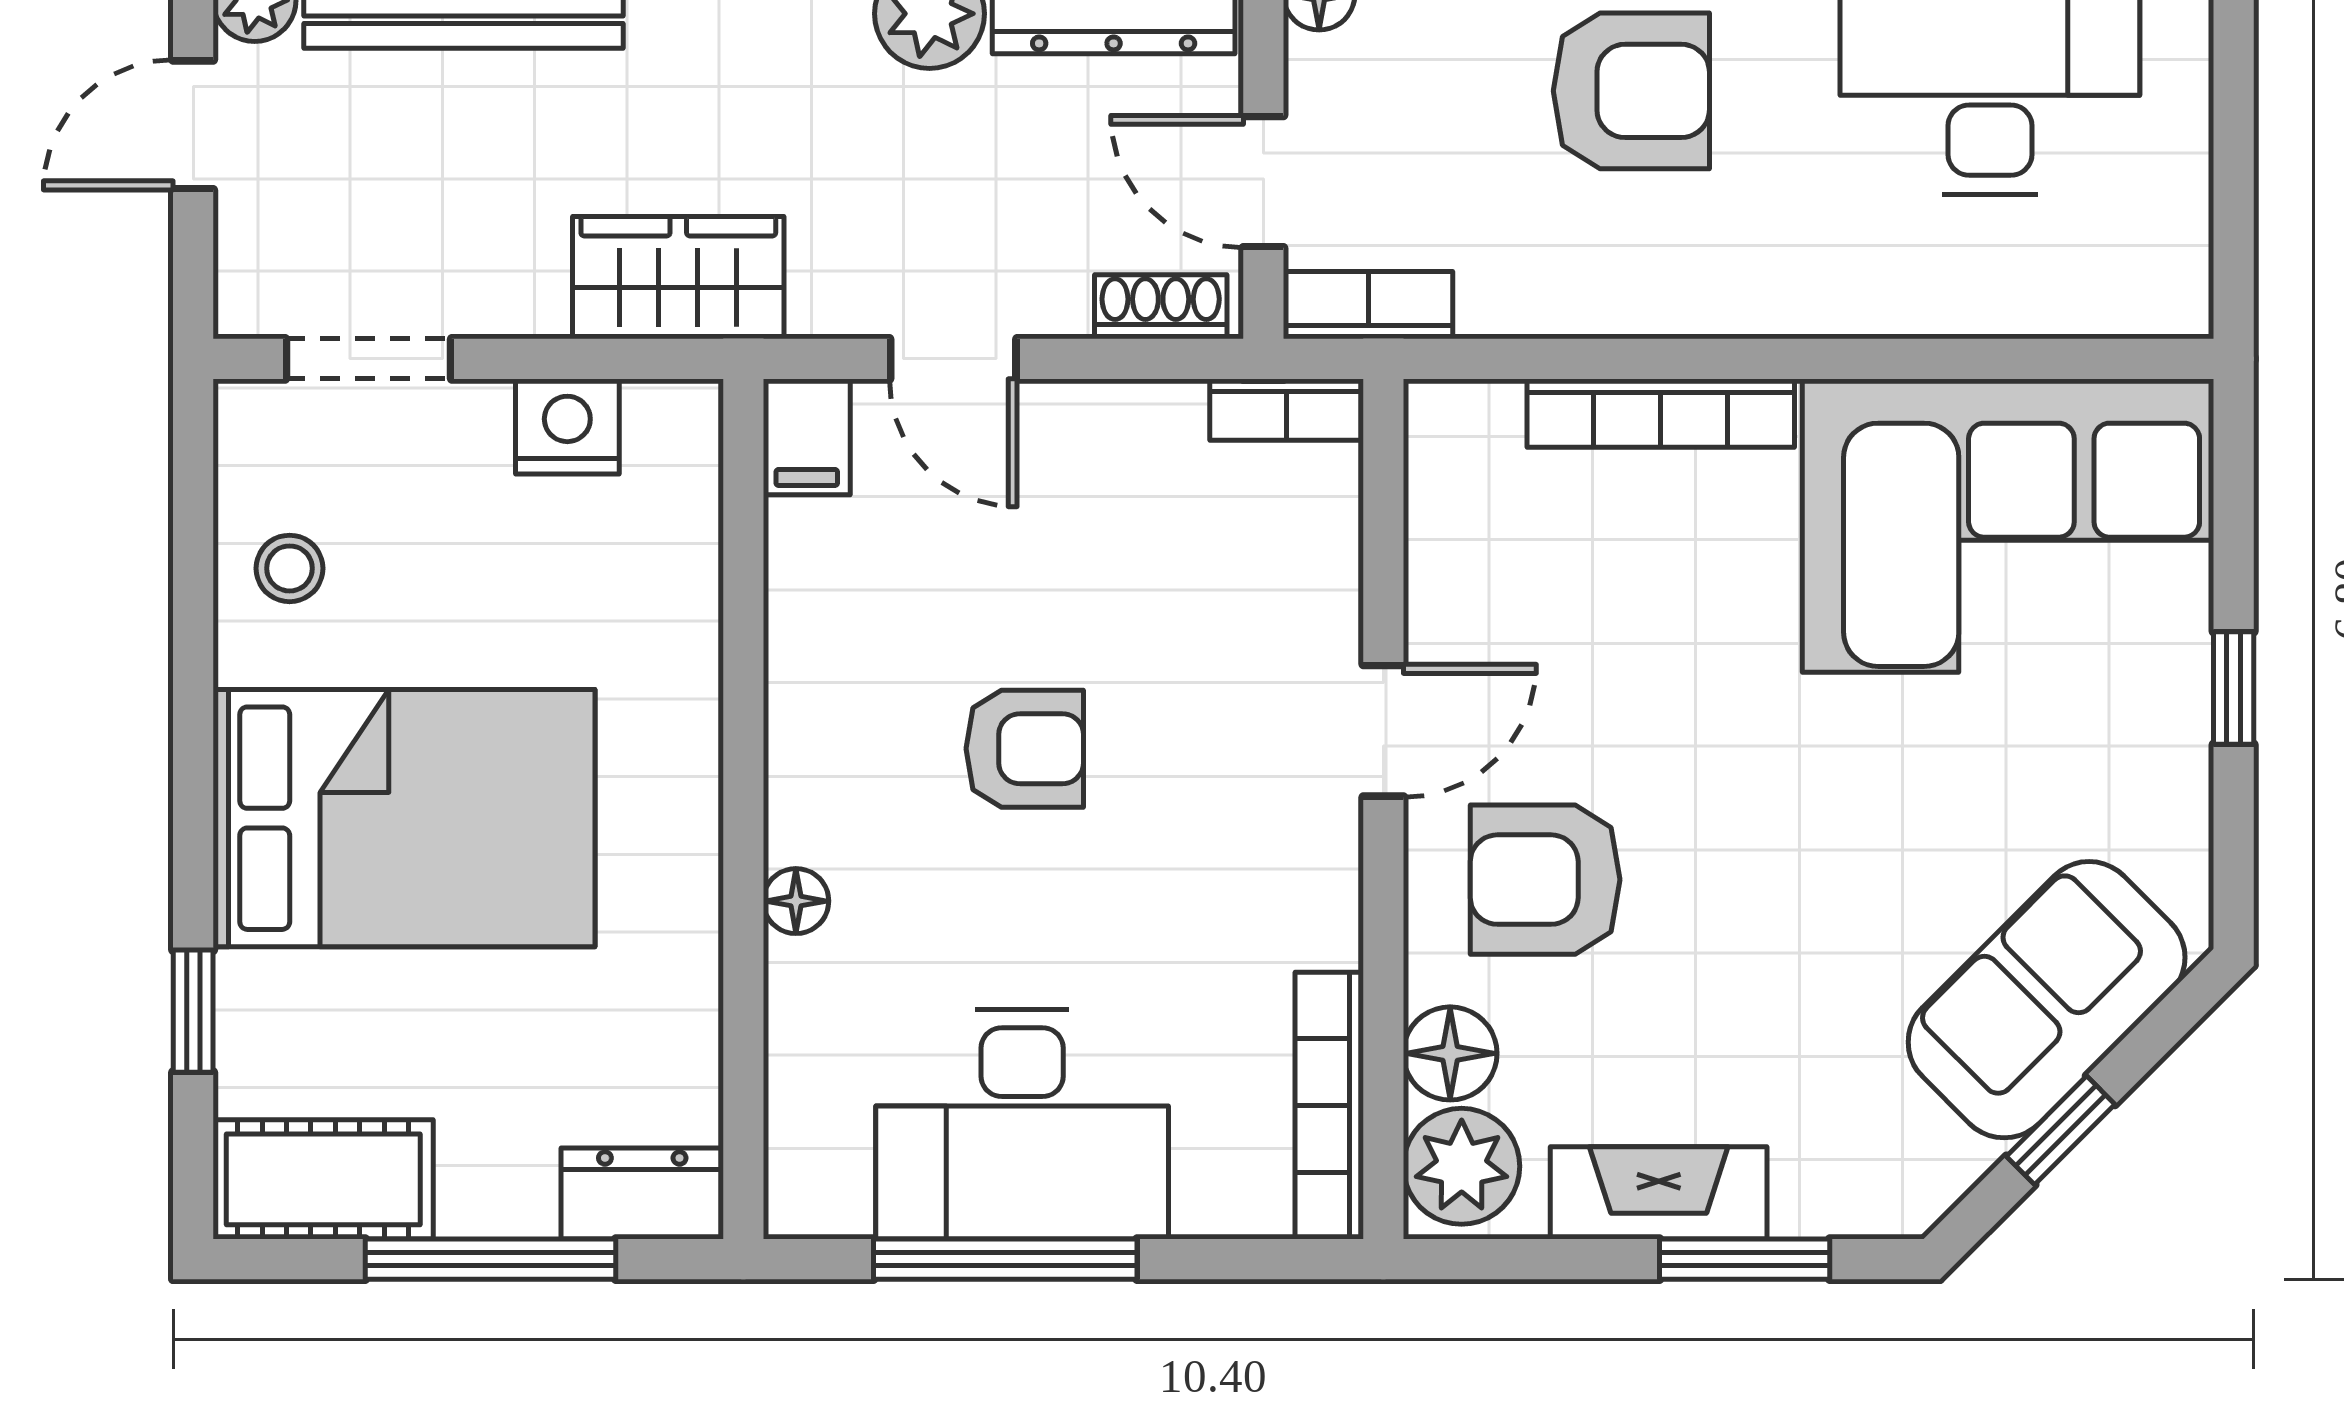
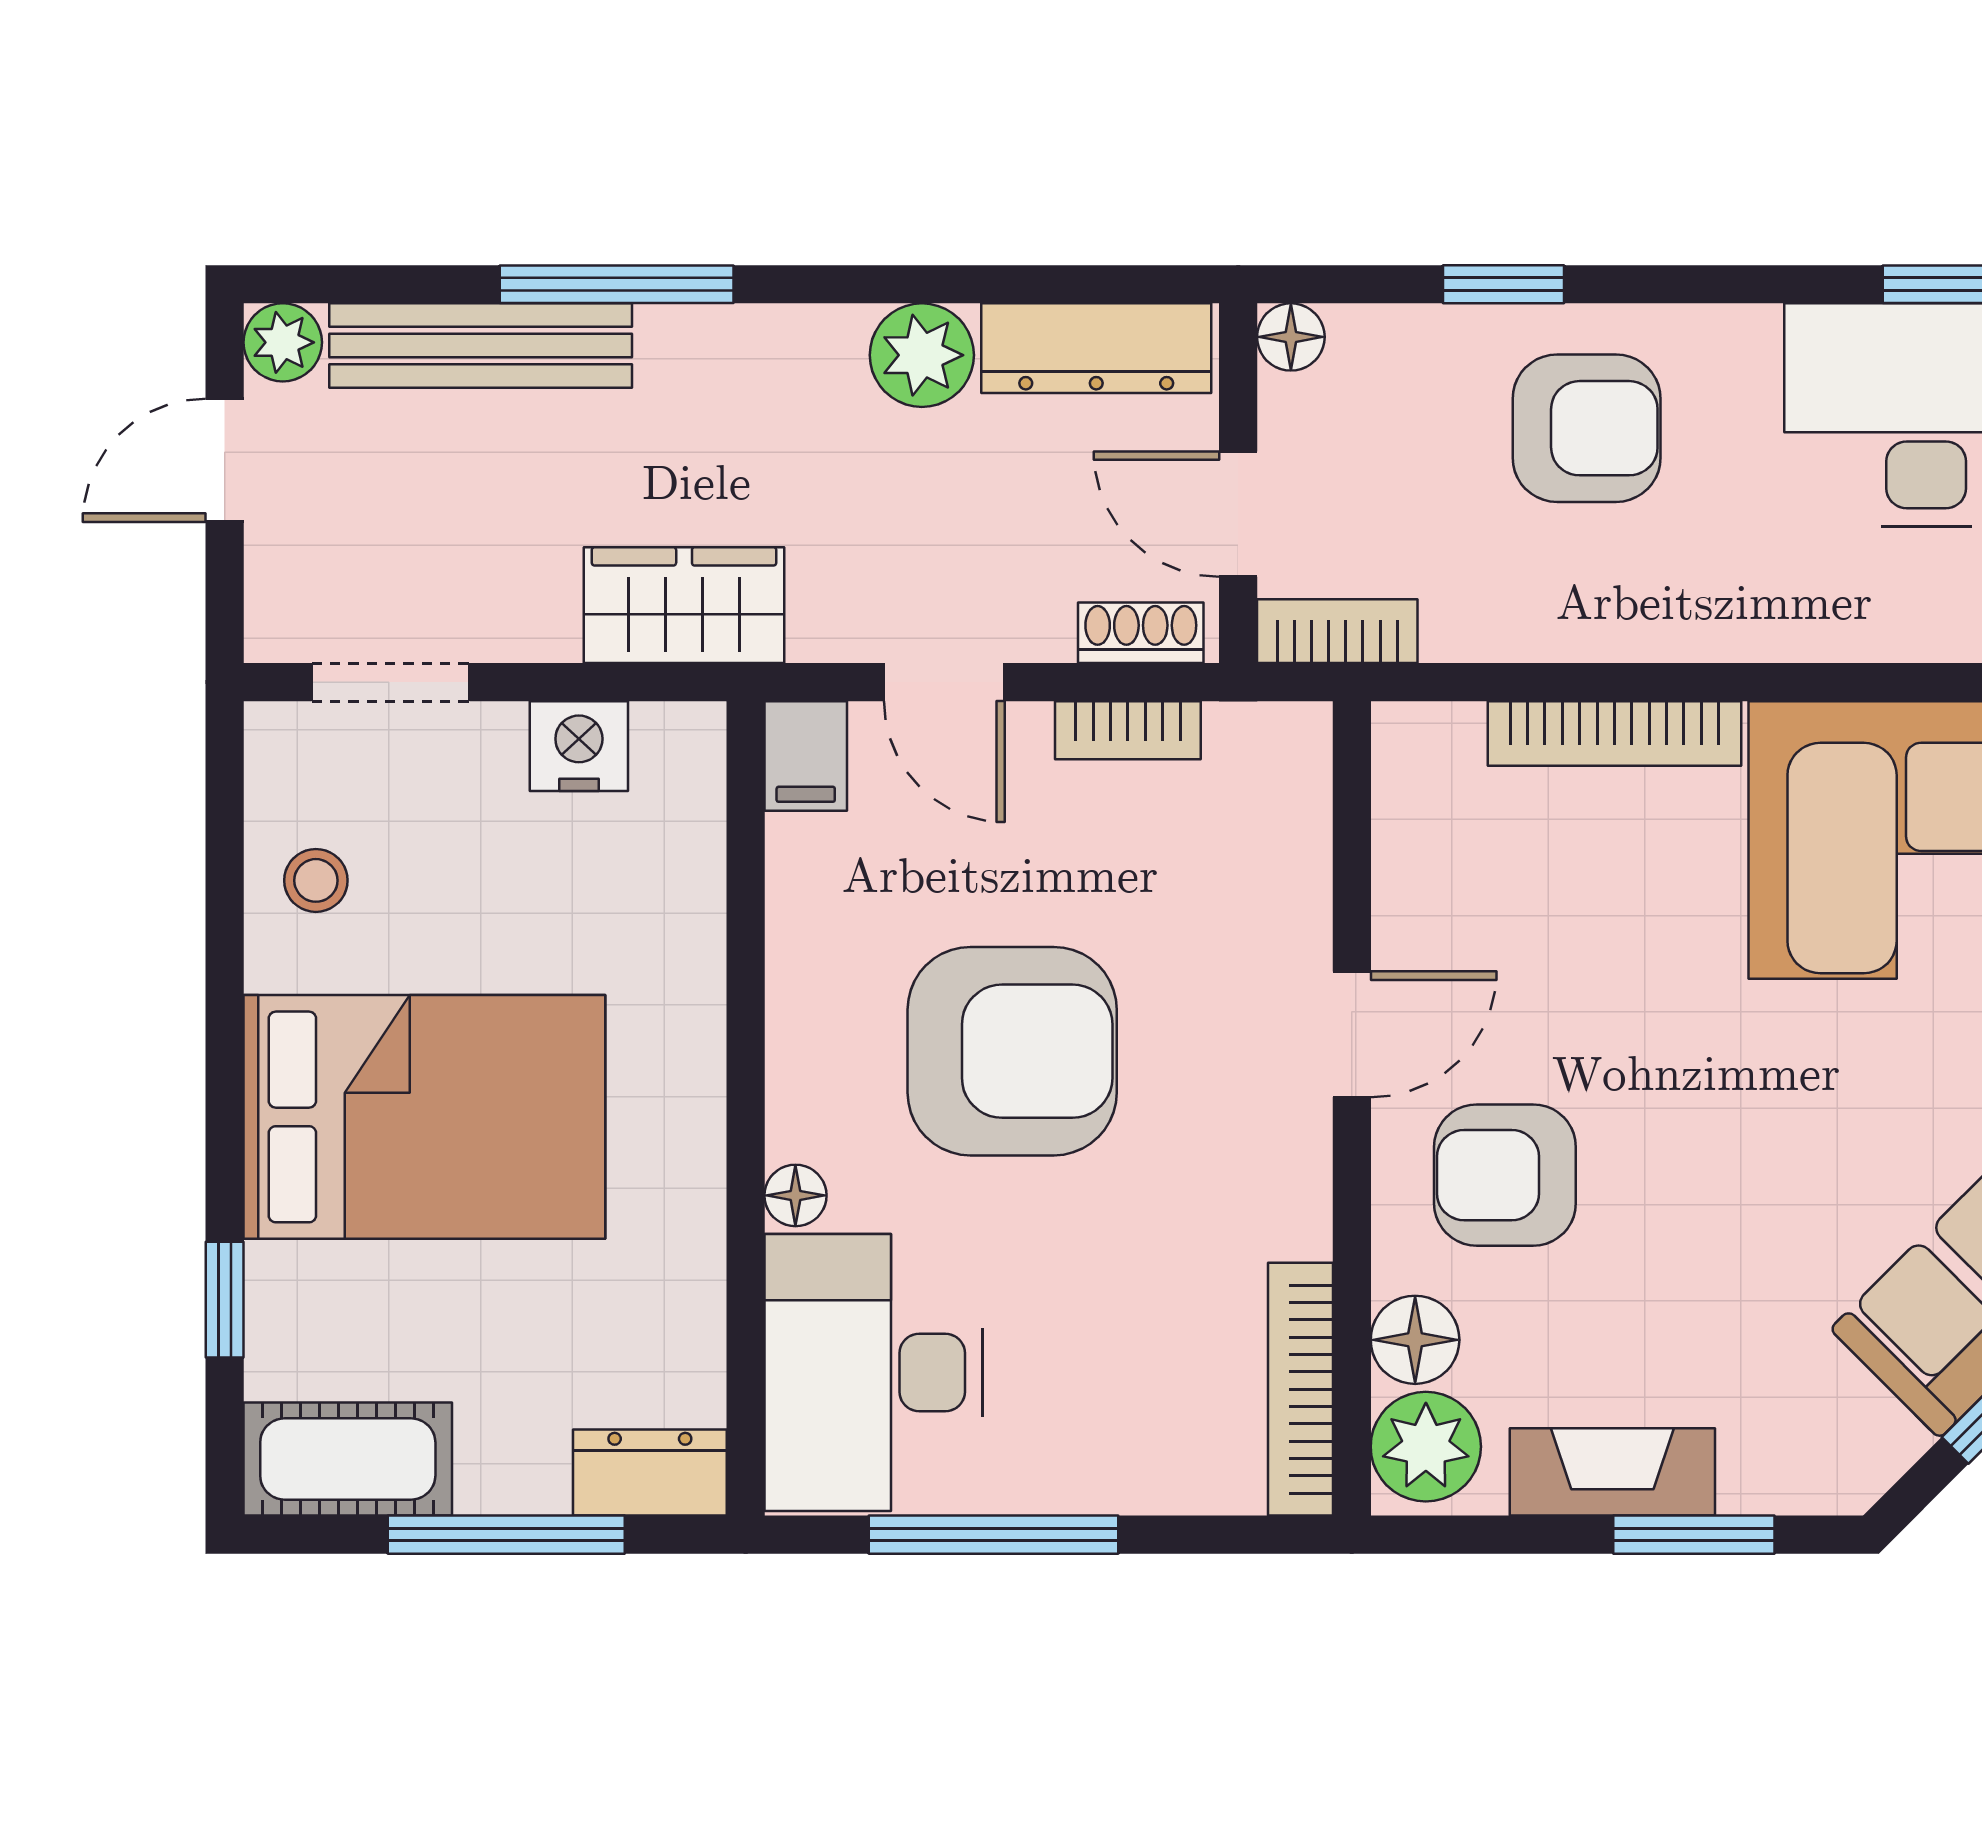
bookcase: (1287, 410) -> (1128, 730), moved
armchair: (1025, 749) -> (1012, 1051), width x1.88, depth x1.88
desk: (1022, 1124) -> (873, 1372), moved, turned 90

